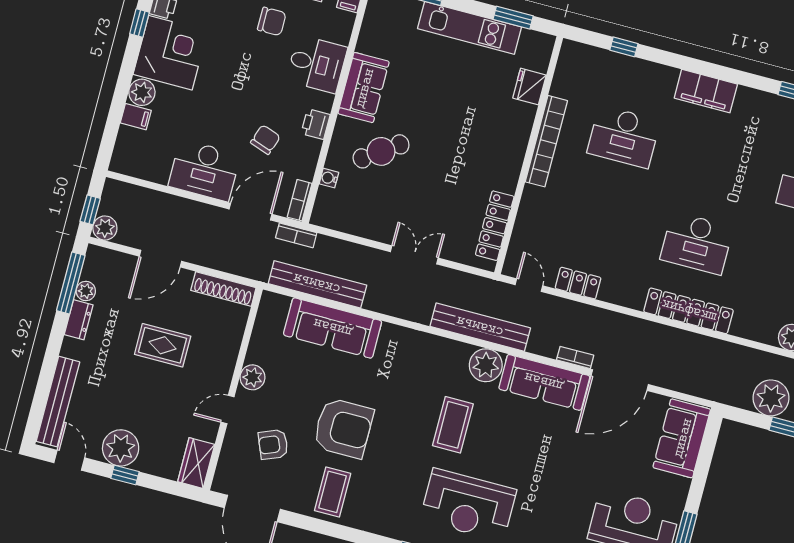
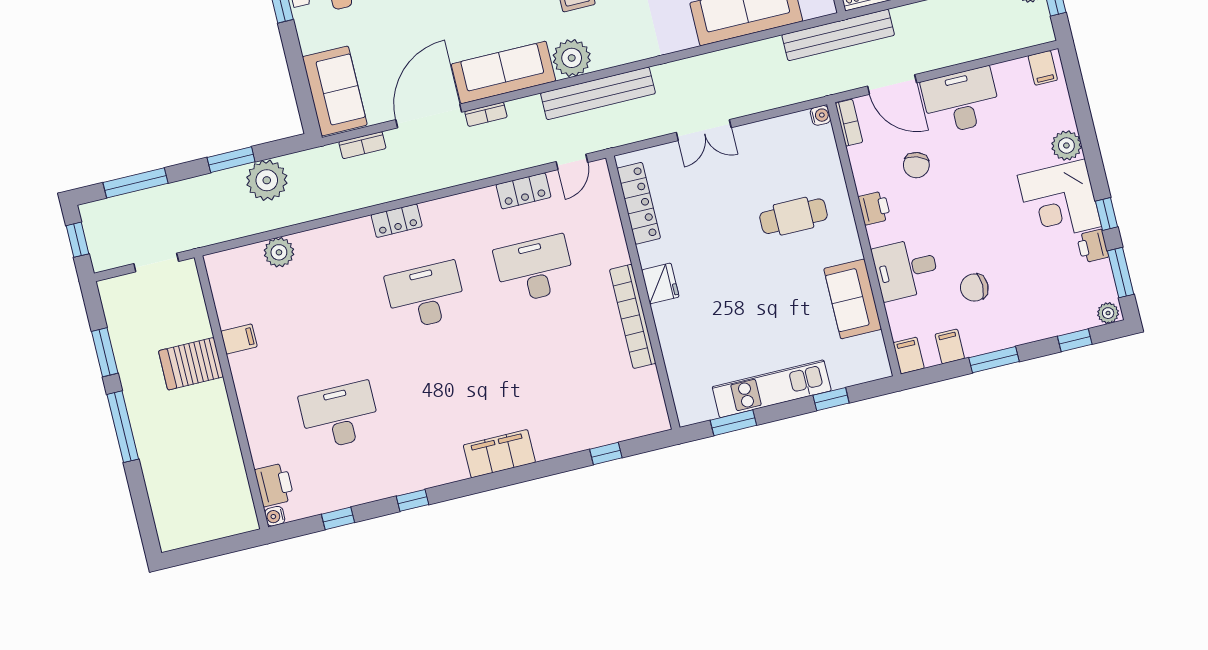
fridge: (529, 87) -> (660, 283), moved
sofa: (364, 88) -> (853, 299), moved
filing cabinet: (136, 117) -> (1043, 68), moved, turned -90
desk: (624, 137) -> (535, 269), moved
cafe table: (381, 151) -> (794, 216), turned 35
water cooler: (329, 178) -> (820, 115), moved
door: (251, 212) -> (892, 84), hinge flipped
bookcase: (296, 235) -> (362, 145), moved, turned 180
bench: (317, 284) -> (838, 35), moved
door: (529, 285) -> (572, 162), hinge flipped
locker: (689, 311) -> (397, 221), width x0.46, depth x0.83

